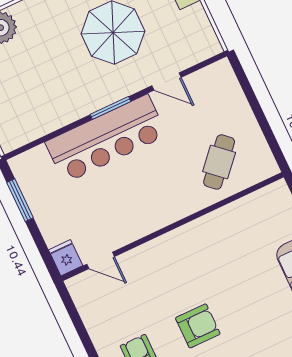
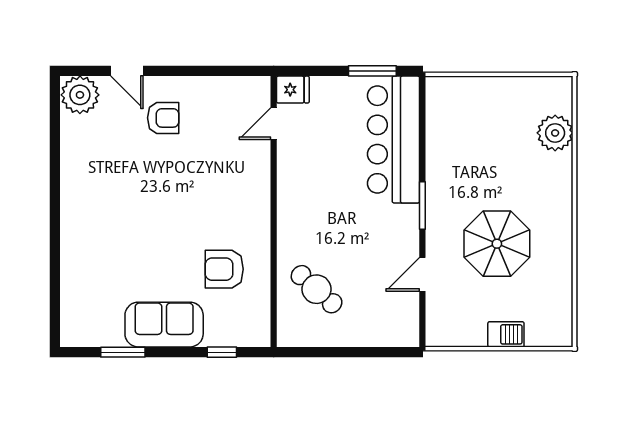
bar counter: (106, 139) -> (393, 140), moved
armchair: (198, 326) -> (224, 269), moved, turned 90

